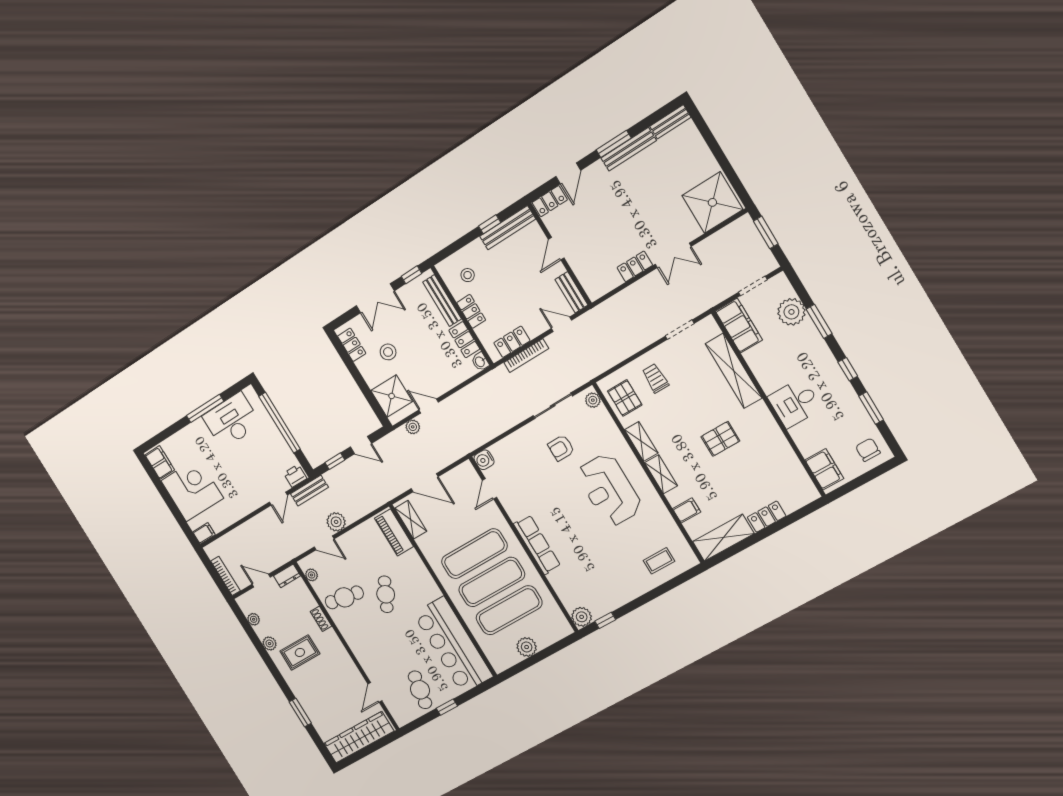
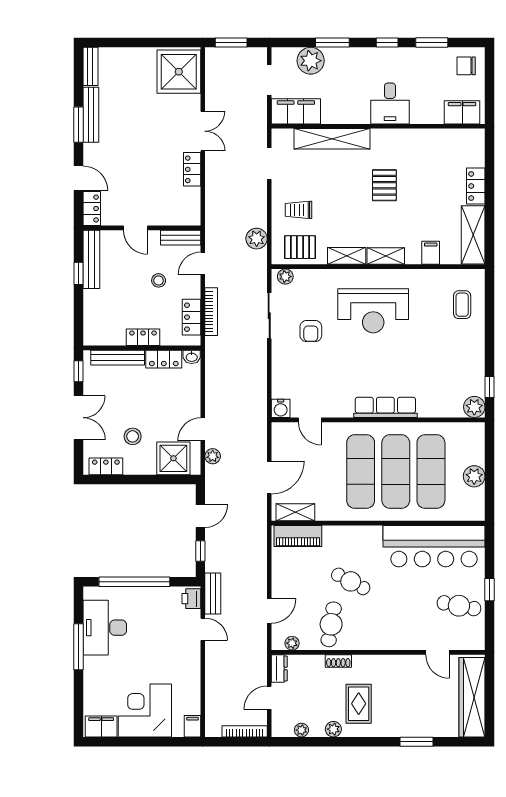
stool: (468, 275) -> (159, 280), moved
plant: (336, 522) -> (257, 239), moved

